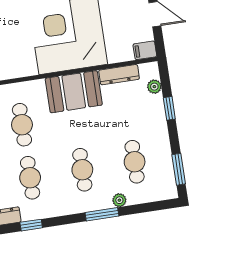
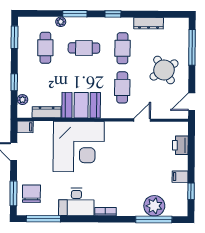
cafe table: (82, 170) -> (84, 48), turned 90
window: (31, 225) -> (113, 14), moved

